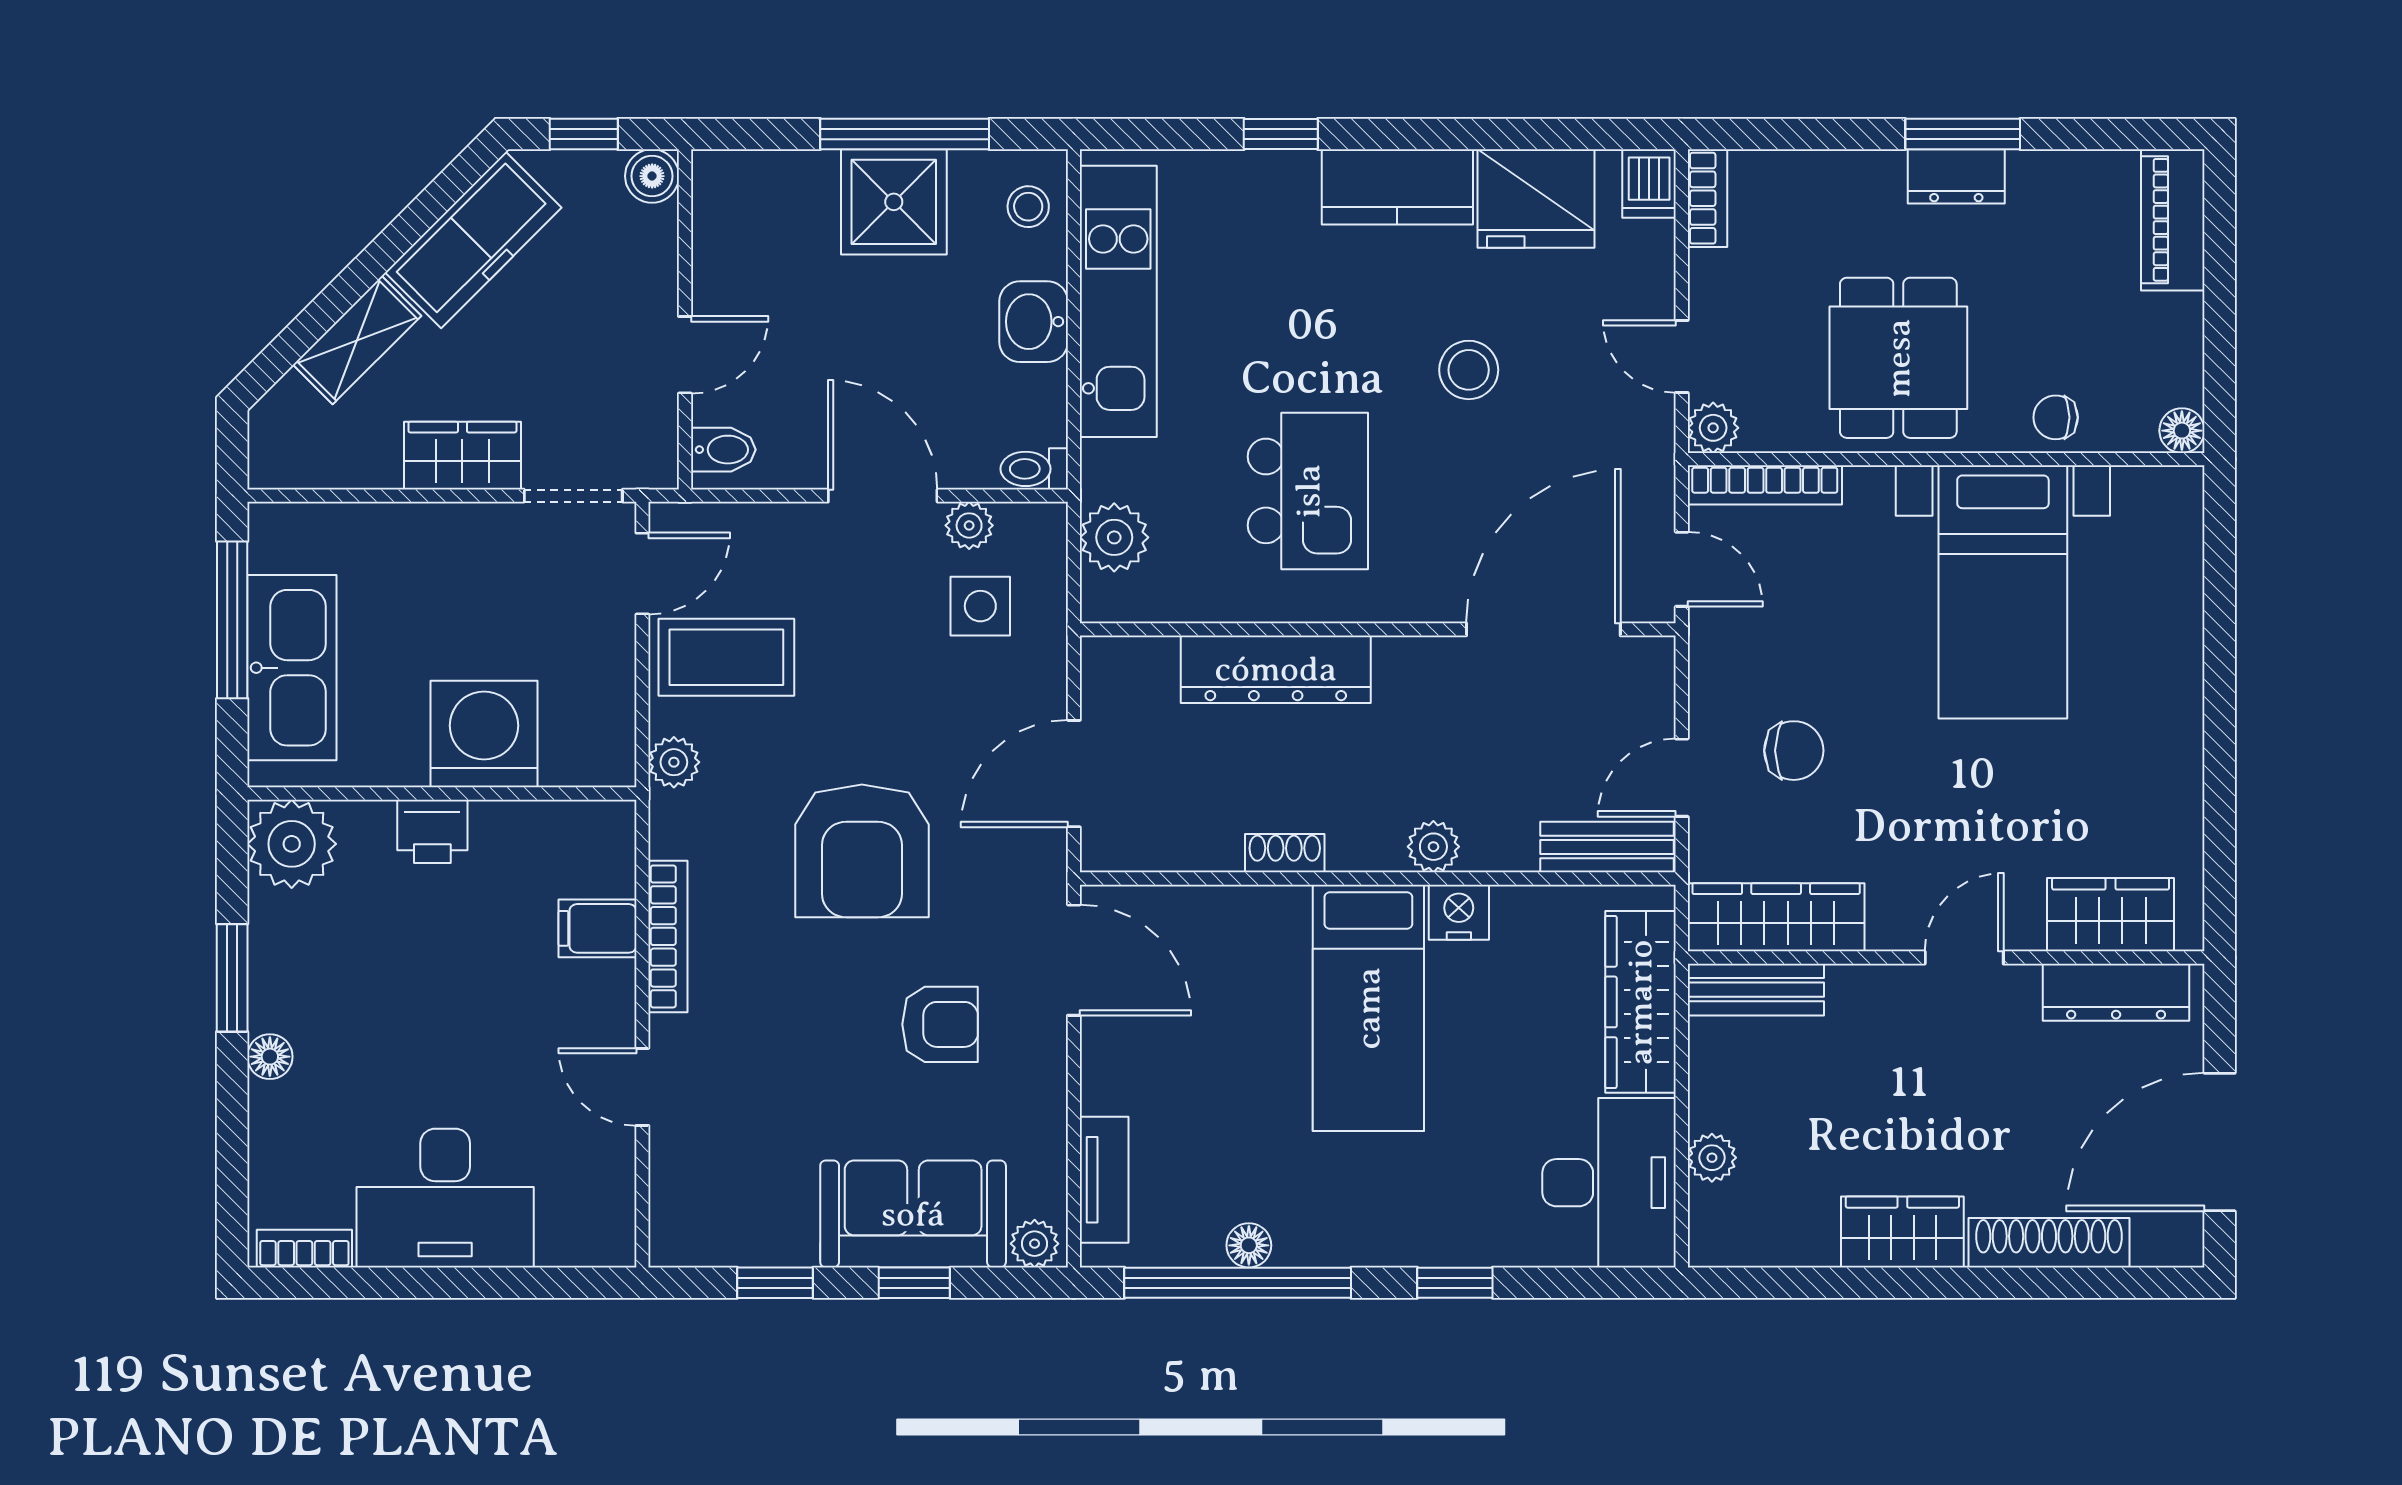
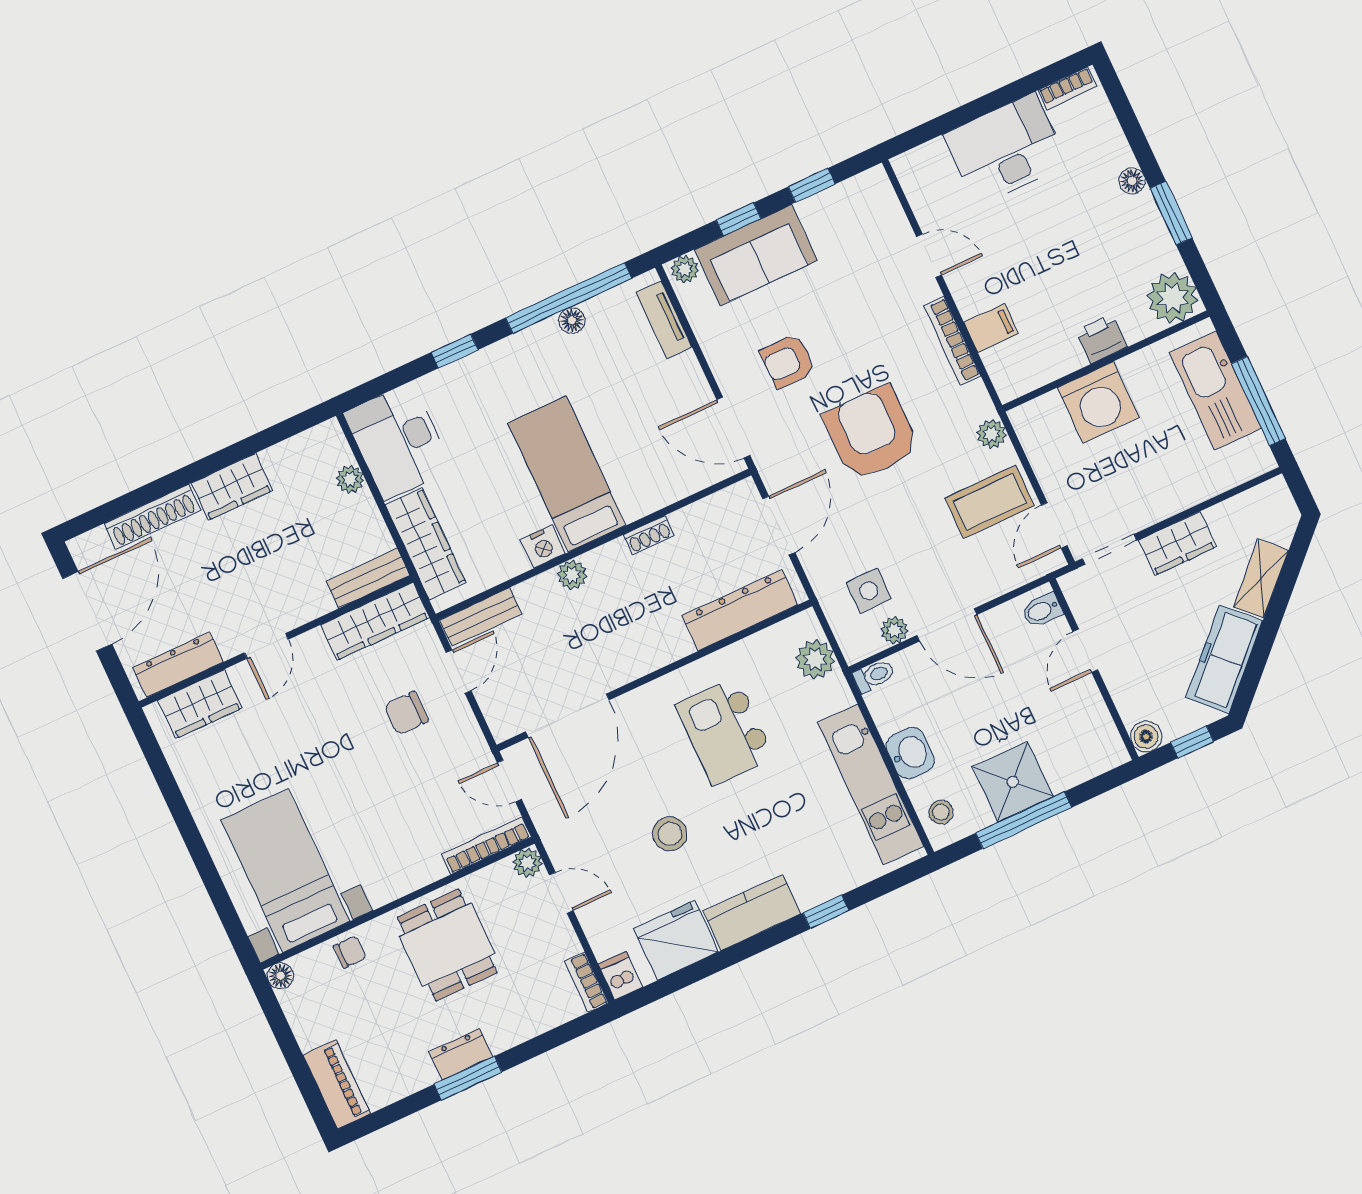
bed with nightstands: (2003, 592) -> (286, 870), moved
dresser: (1276, 669) -> (740, 610), moved

